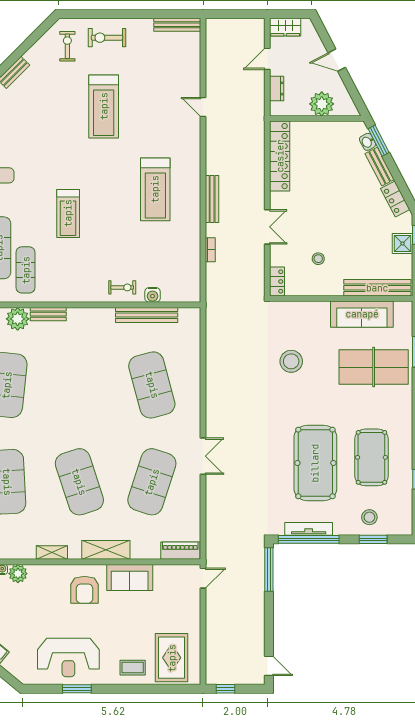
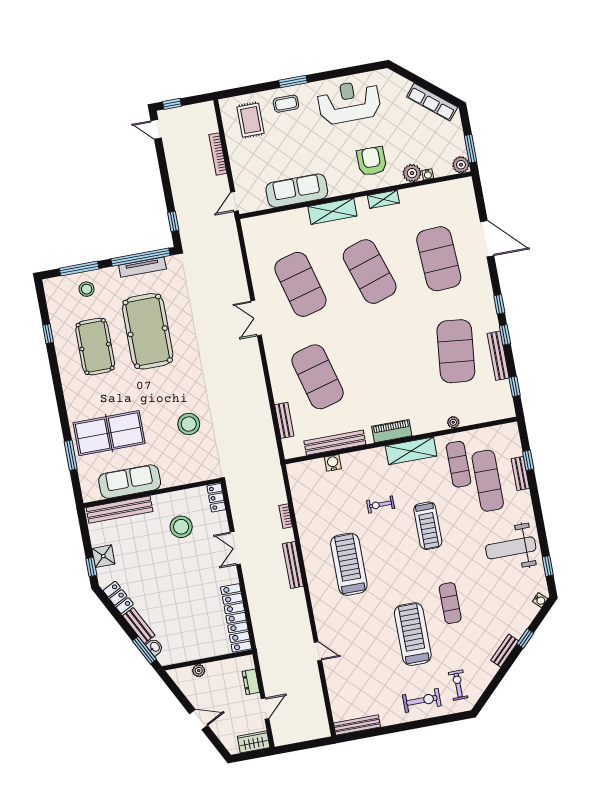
exercise bike: (67, 46) -> (458, 685), turned 180
plant: (322, 104) -> (199, 671), width x0.53, depth x0.53
exercise mat: (60, 131) -> (450, 603), added
treadmill: (68, 213) -> (428, 526), turned 180
stool: (318, 259) -> (181, 527), width x1.89, depth x1.89
exercise bike: (122, 287) -> (381, 504), moved
shelving: (71, 292) -> (411, 451), added
bench: (48, 314) -> (284, 420), moved, turned 90
plant: (18, 319) -> (453, 422), width x0.53, depth x0.53
exercise mat: (152, 482) -> (300, 284), turned -33
window: (373, 539) -> (79, 269), width x1.44
piano: (180, 551) -> (392, 431), moved, turned 180
window: (269, 570) -> (173, 221), width x0.46
sofa: (130, 577) -> (297, 191), width x1.36
armchair: (85, 590) -> (372, 161), moved
bookcase: (211, 629) -> (218, 154), added
rug: (172, 658) -> (251, 120), width x0.73, depth x0.70
window: (77, 689) -> (293, 81), moved
window: (225, 689) -> (172, 104), moved

